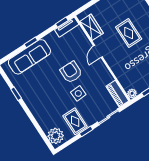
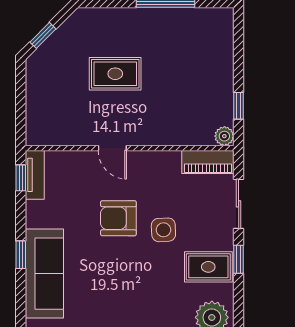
wardrobe: (91, 27) -> (63, 132), removed

